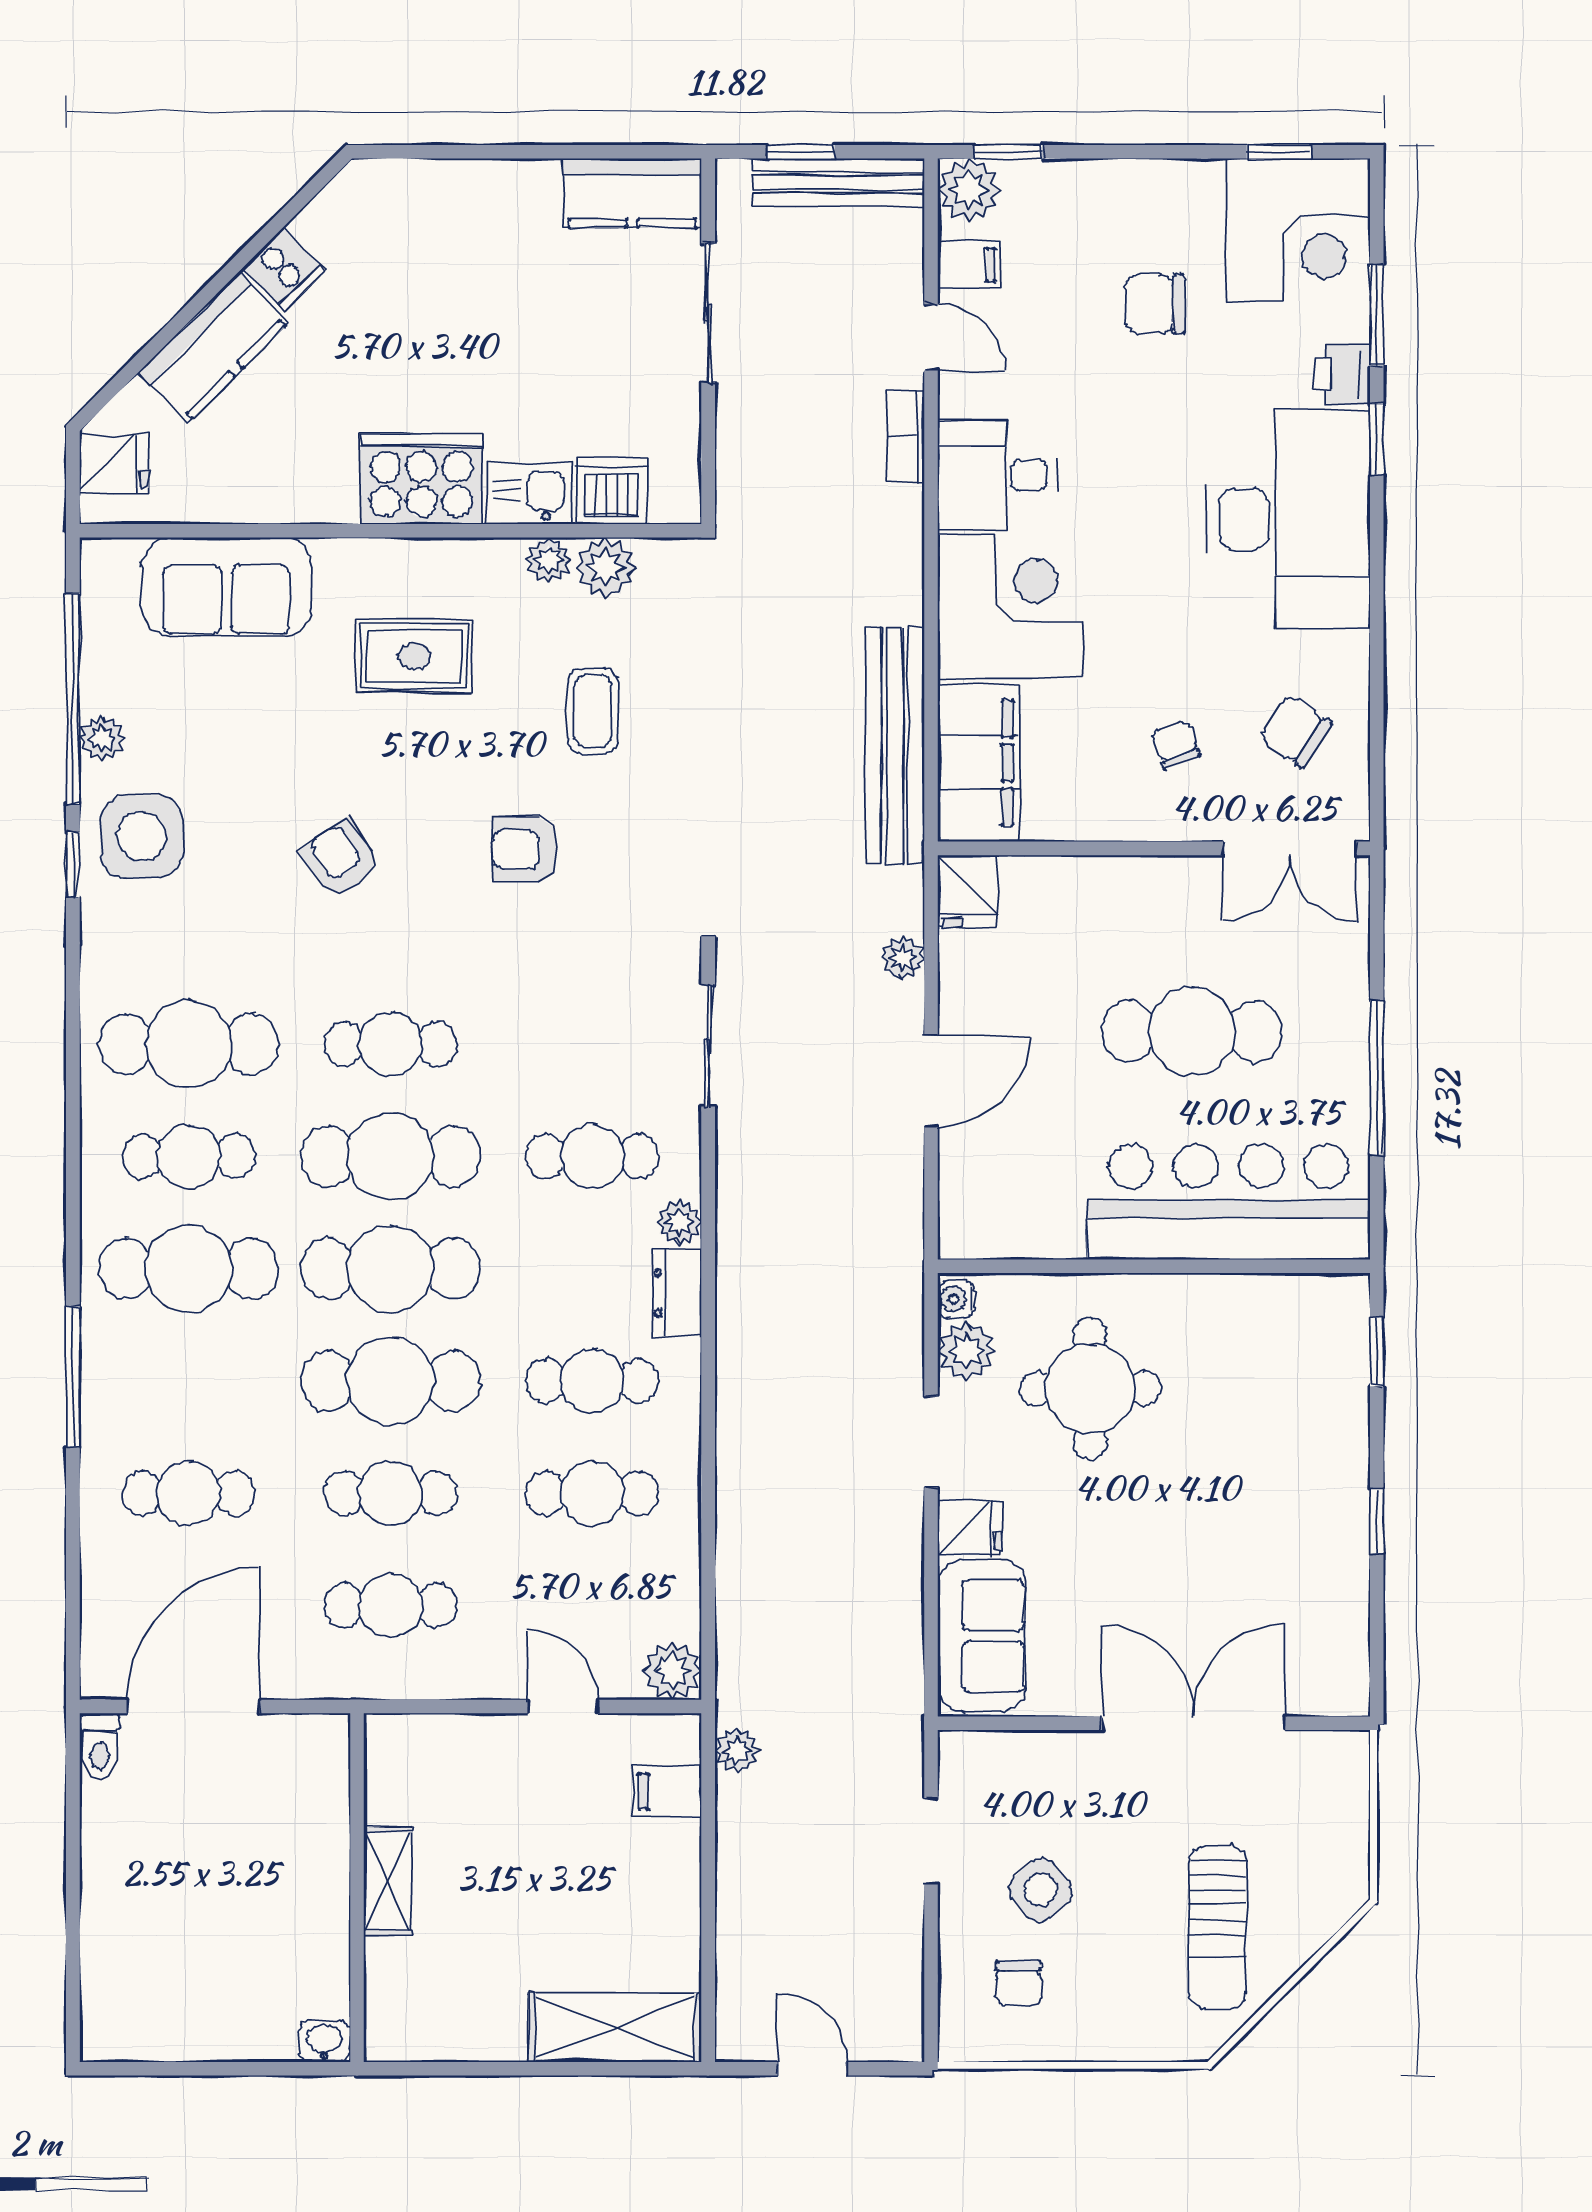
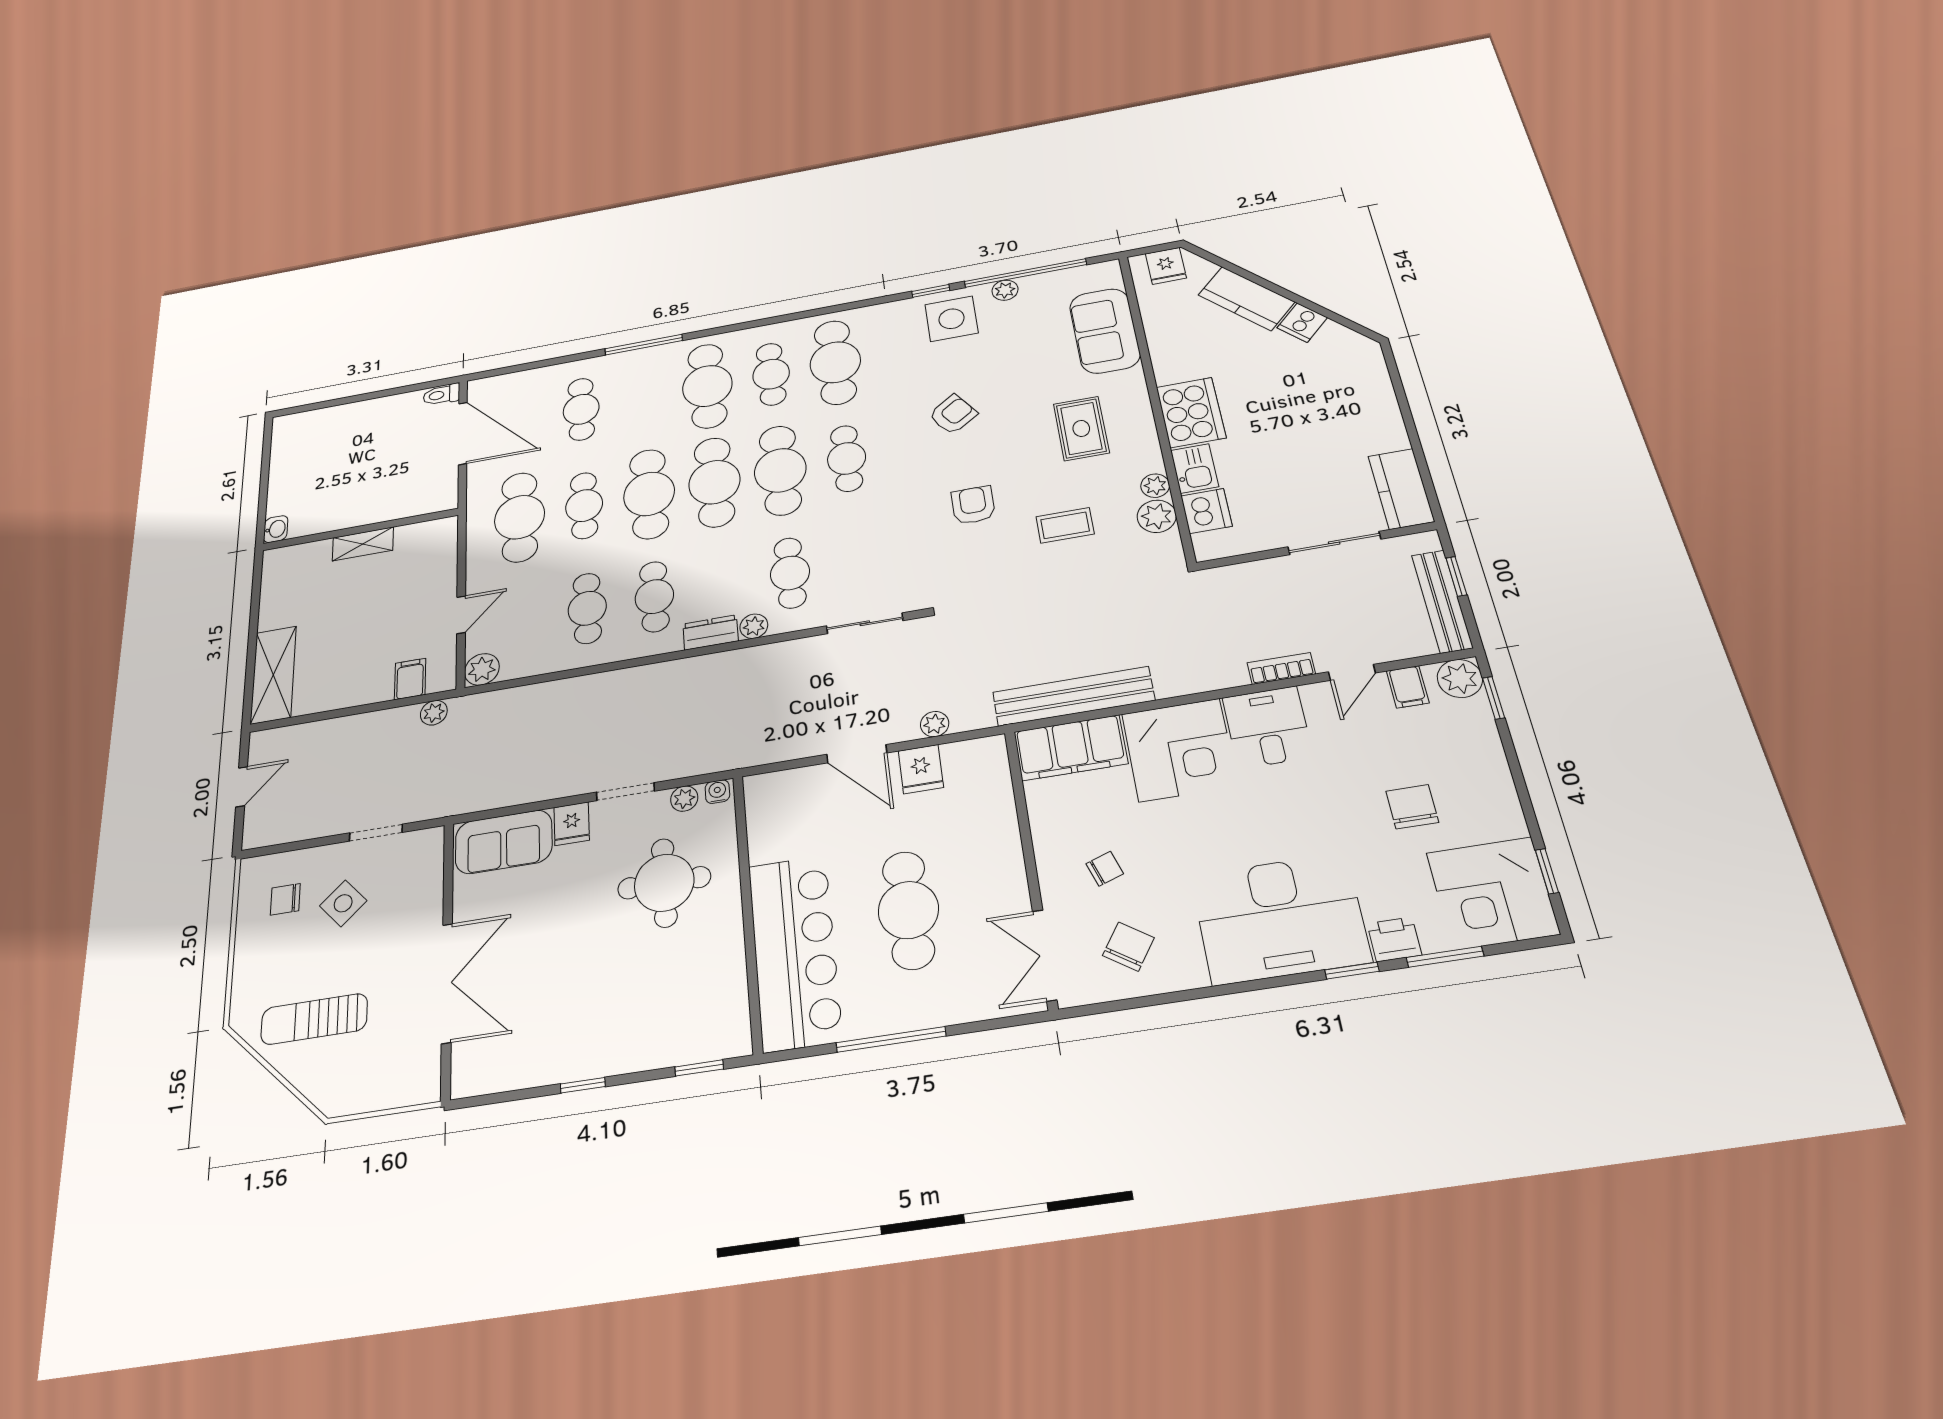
fridge: (968, 891) -> (921, 769), moved, turned -90
plant: (967, 1351) -> (684, 799), width x0.73, depth x0.73
cafe table: (390, 1606) -> (520, 517), width x1.37, depth x1.35

